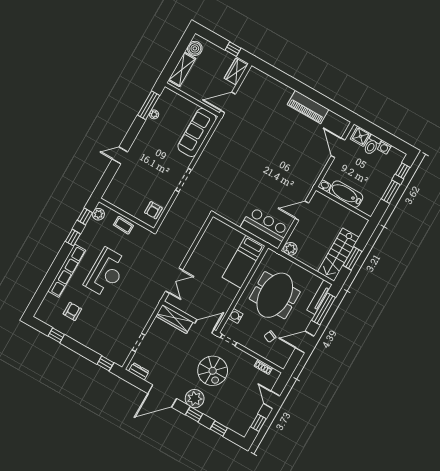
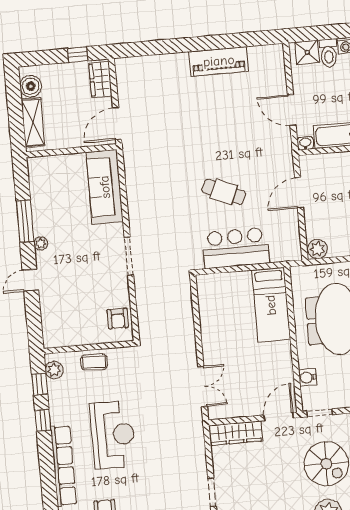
window: (149, 105) -> (25, 221), moved
plant: (154, 114) -> (41, 243), moved
door: (338, 148) -> (292, 110), moved
cafe table: (261, 181) -> (224, 192), added
bar counter: (265, 228) -> (236, 248), moved

